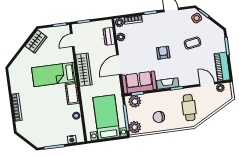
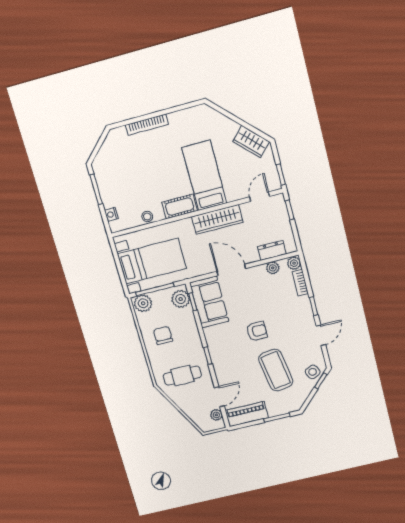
door: (72, 40) -> (260, 197), hinge flipped
coffee table: (193, 43) -> (276, 370), width x1.86, depth x1.72
fireplace: (168, 83) -> (213, 342), removed

